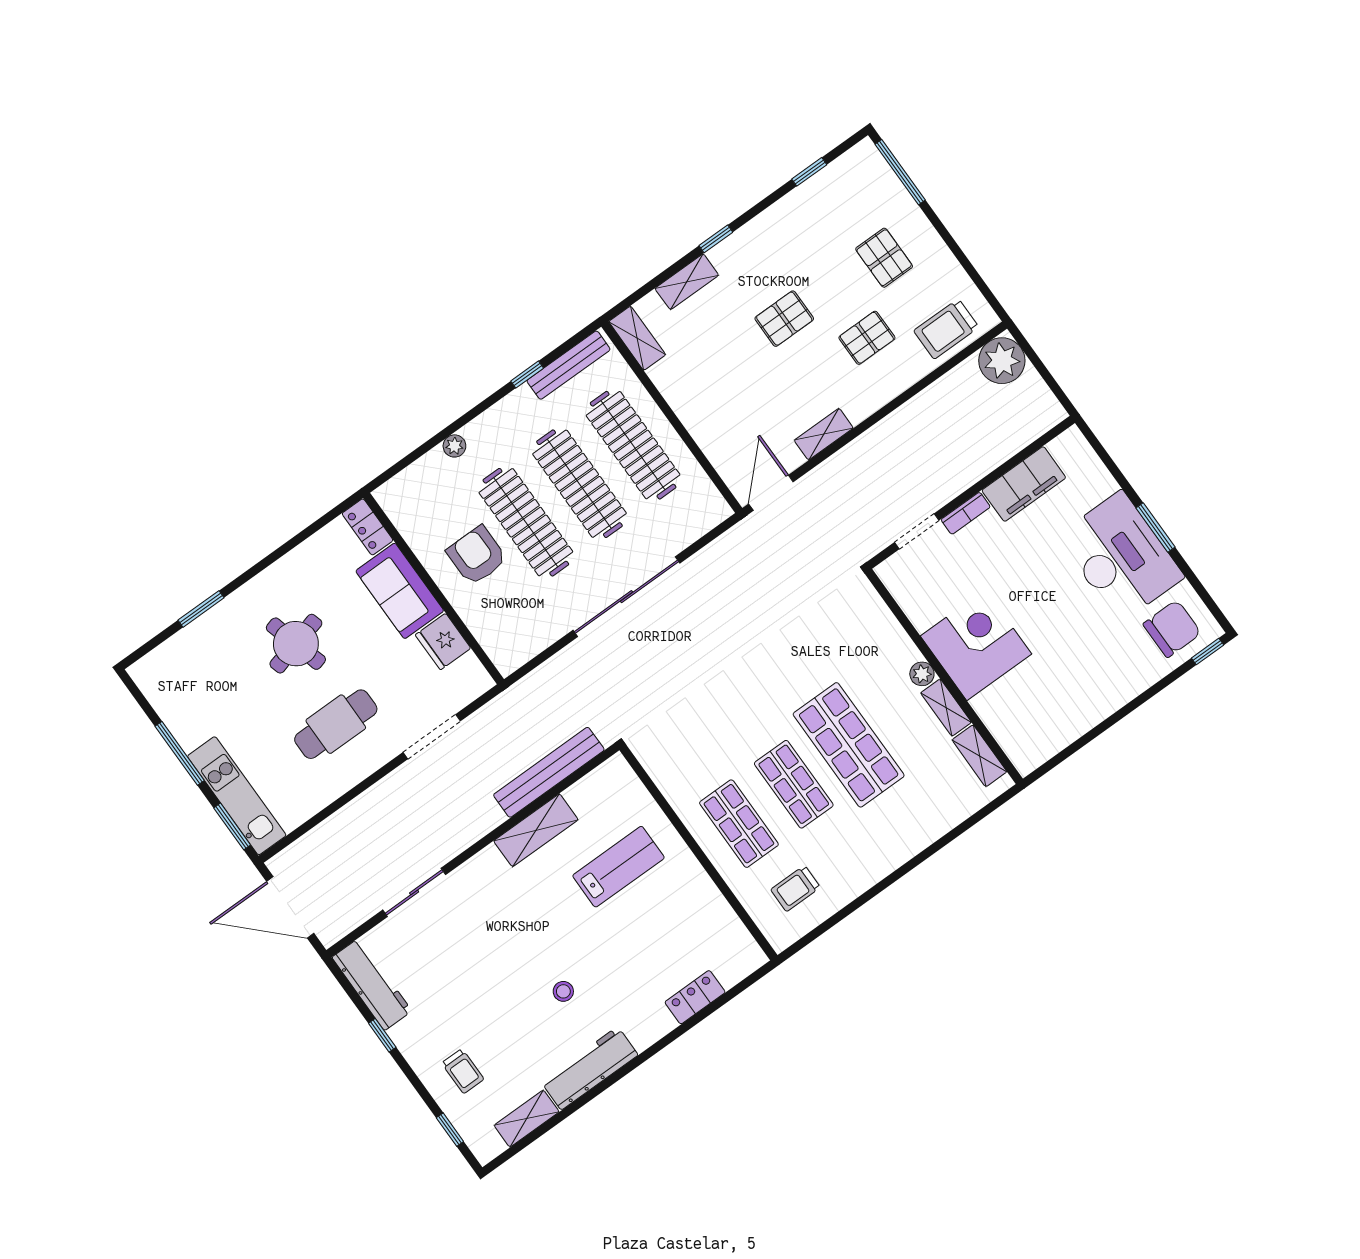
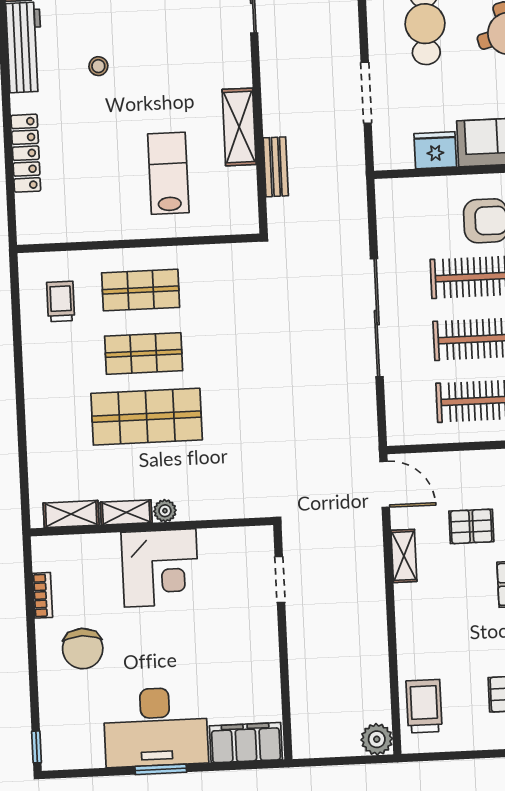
pallet: (867, 338) -> (471, 526), moved, turned 90
plant: (1002, 361) -> (377, 739), width x0.73, depth x0.73
filing cabinet: (1024, 484) -> (246, 743), moved, turned 90
bookcase: (966, 513) -> (42, 595), moved, turned 180
chair: (1172, 629) -> (83, 649), moved
bench: (549, 772) -> (276, 167), width x0.54, depth x0.82
lab bench: (618, 867) -> (168, 173), turned 180
locker: (695, 997) -> (26, 153), width x1.53

